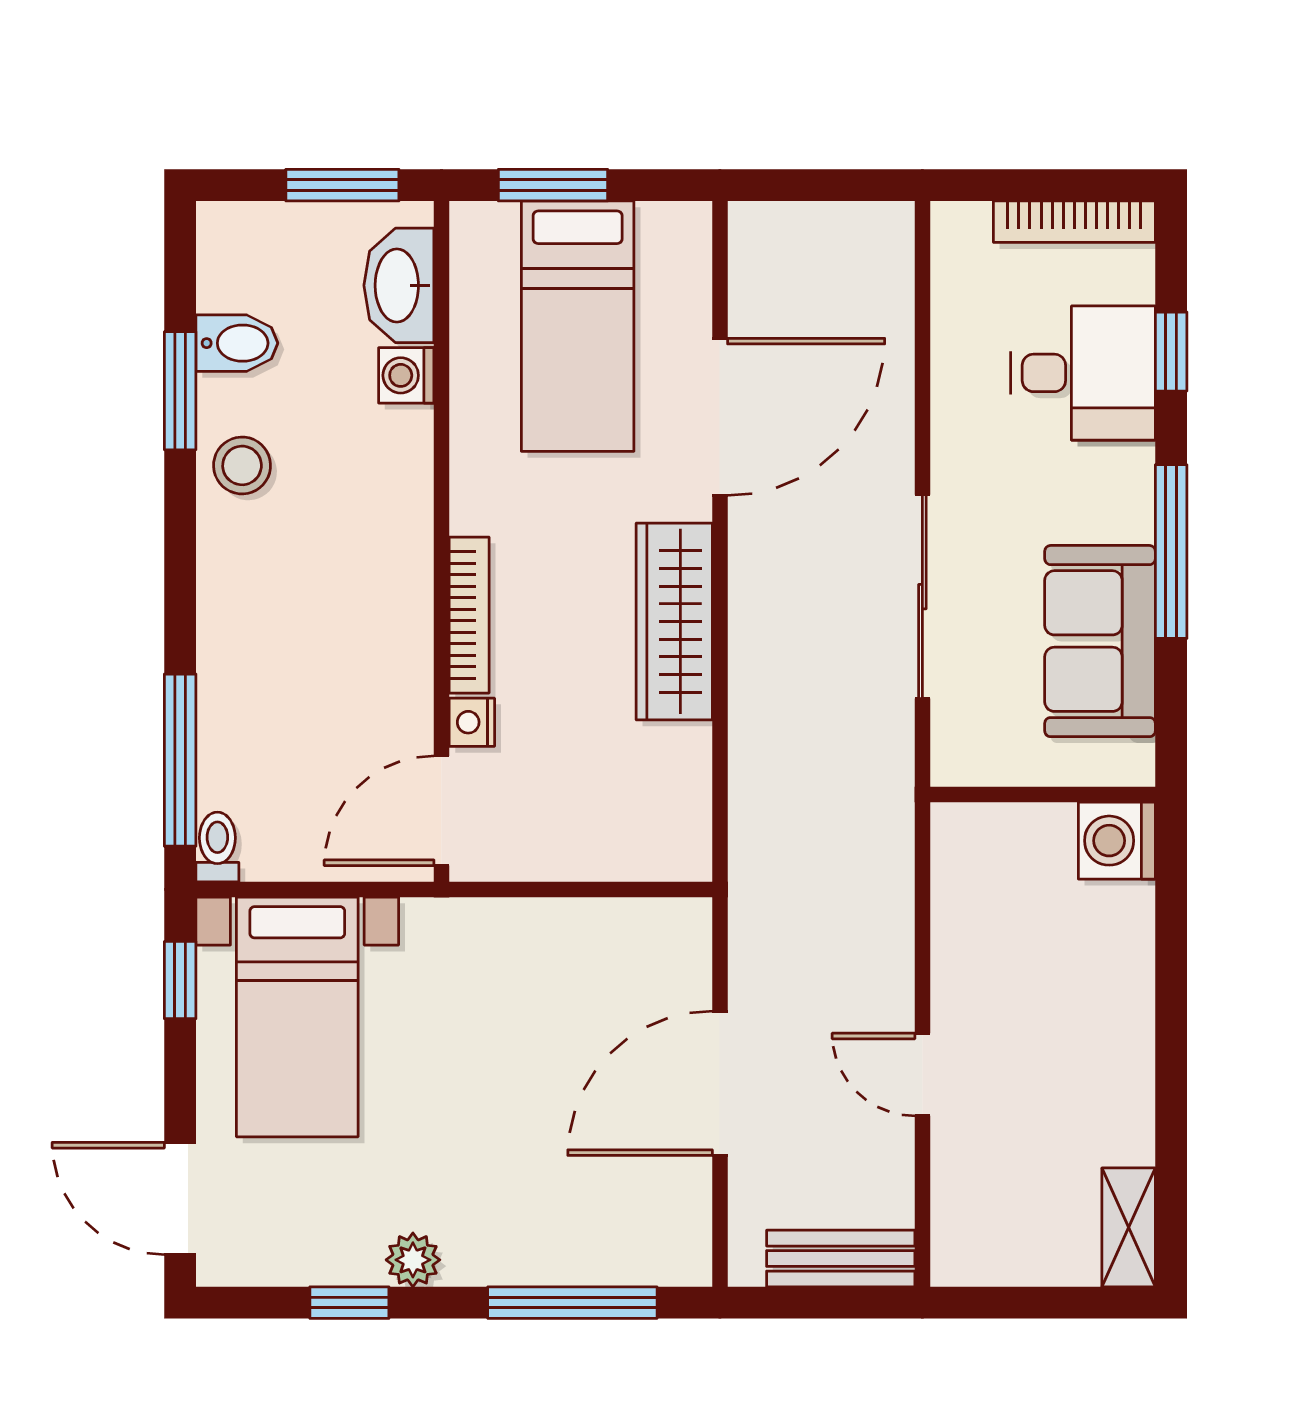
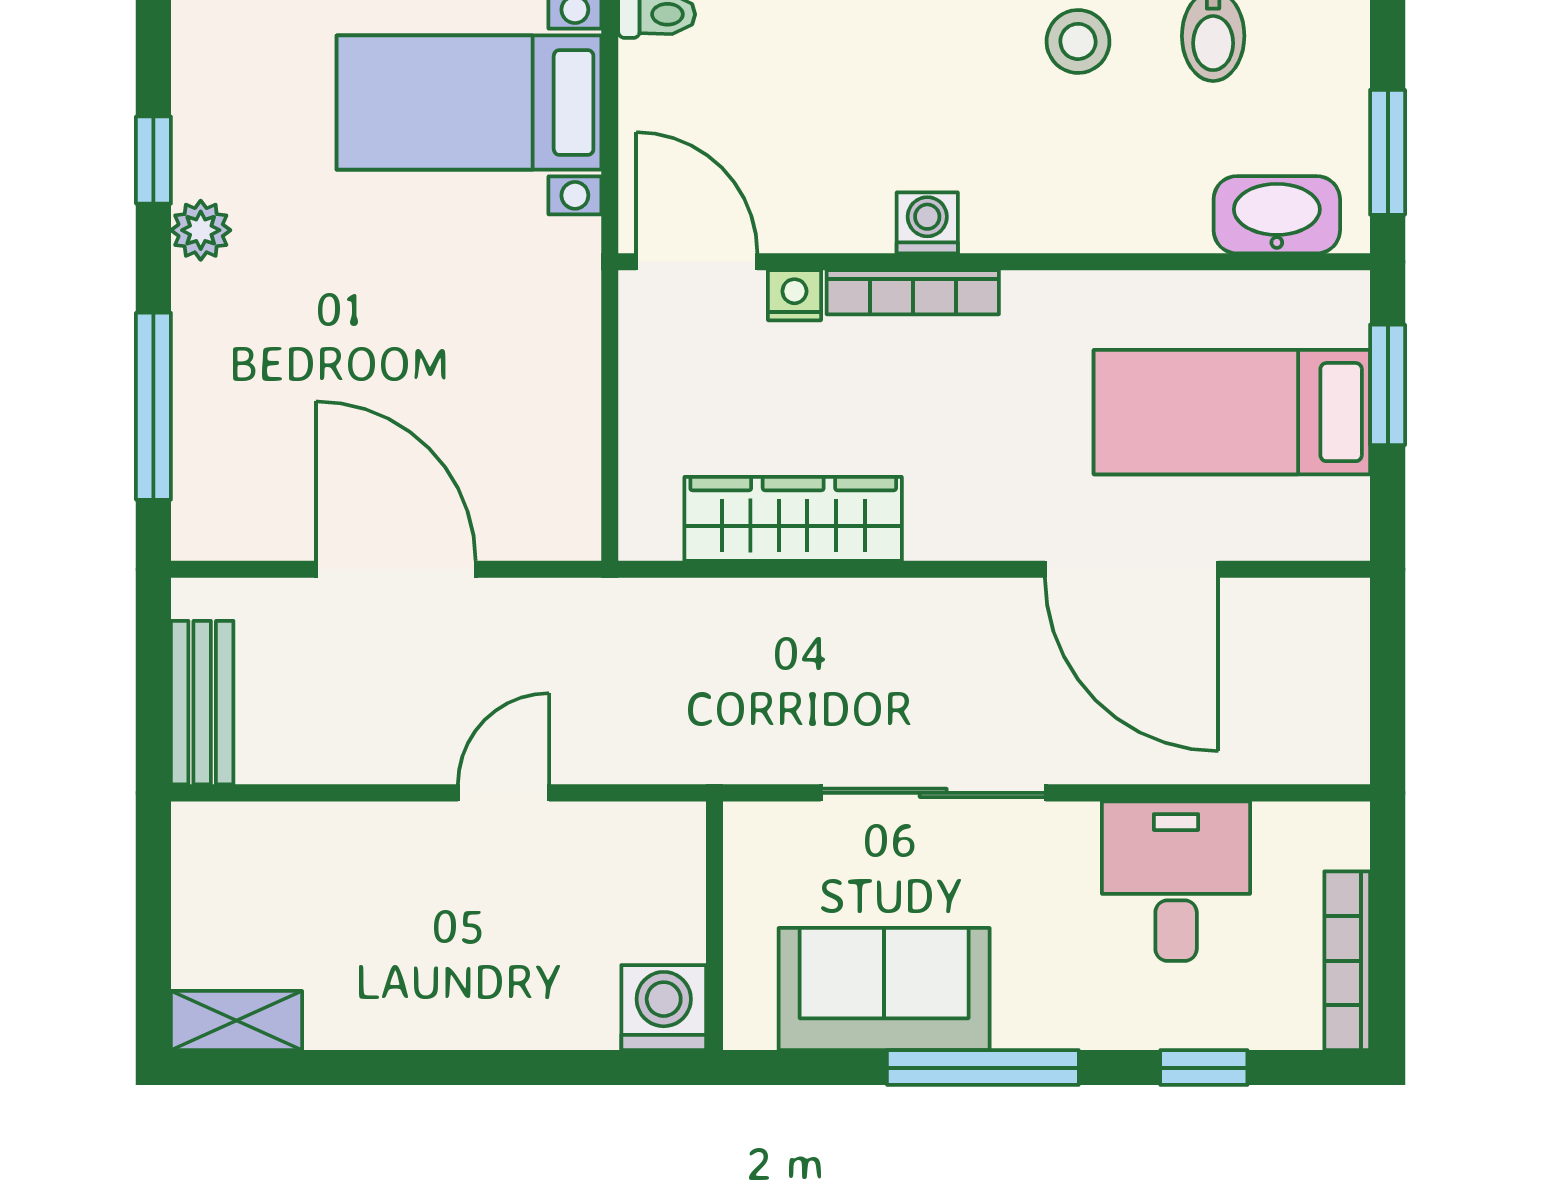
desk: (1083, 373) -> (1176, 881), moved, turned 180
washing machine: (406, 375) -> (927, 223), moved
wardrobe: (674, 621) -> (793, 519), moved
door: (922, 1074) -> (504, 793), moved

